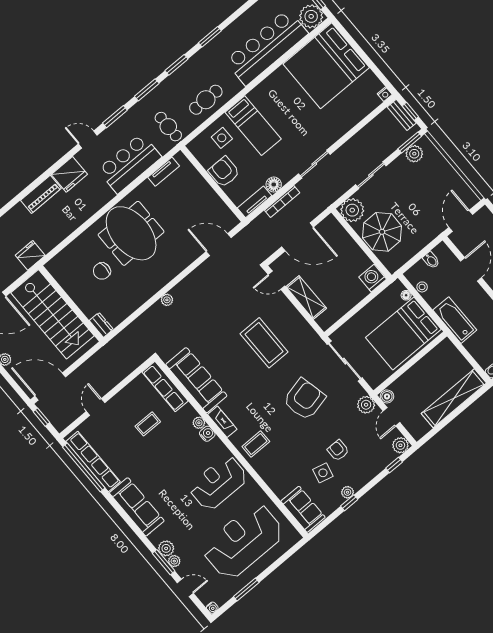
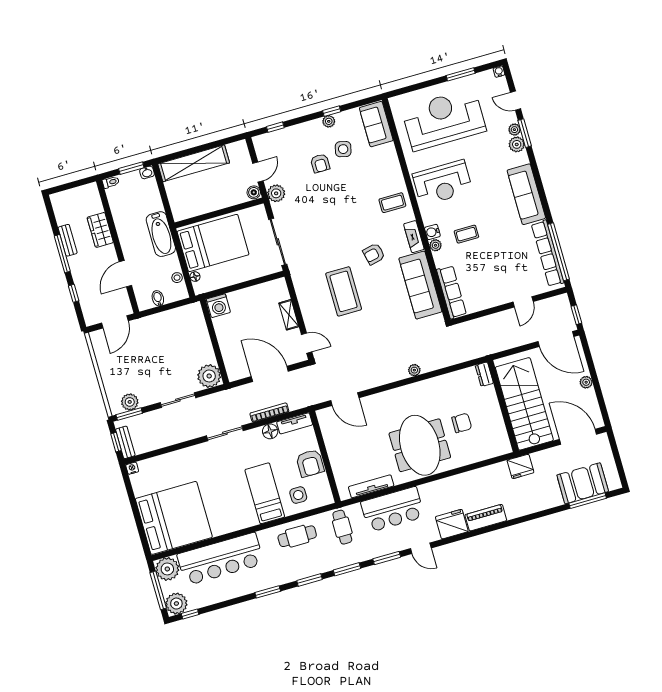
tv unit: (164, 172) -> (371, 486), width x1.41
parasol: (382, 232) -> (191, 344), removed
shelving: (306, 297) -> (289, 315), width x0.67, depth x0.75
armchair: (304, 399) -> (374, 254), moved, width x0.53, depth x0.53
coffee table: (148, 424) -> (466, 234), moved
plant: (400, 445) -> (261, 142), removed
reception desk: (243, 541) -> (444, 120), turned 180

